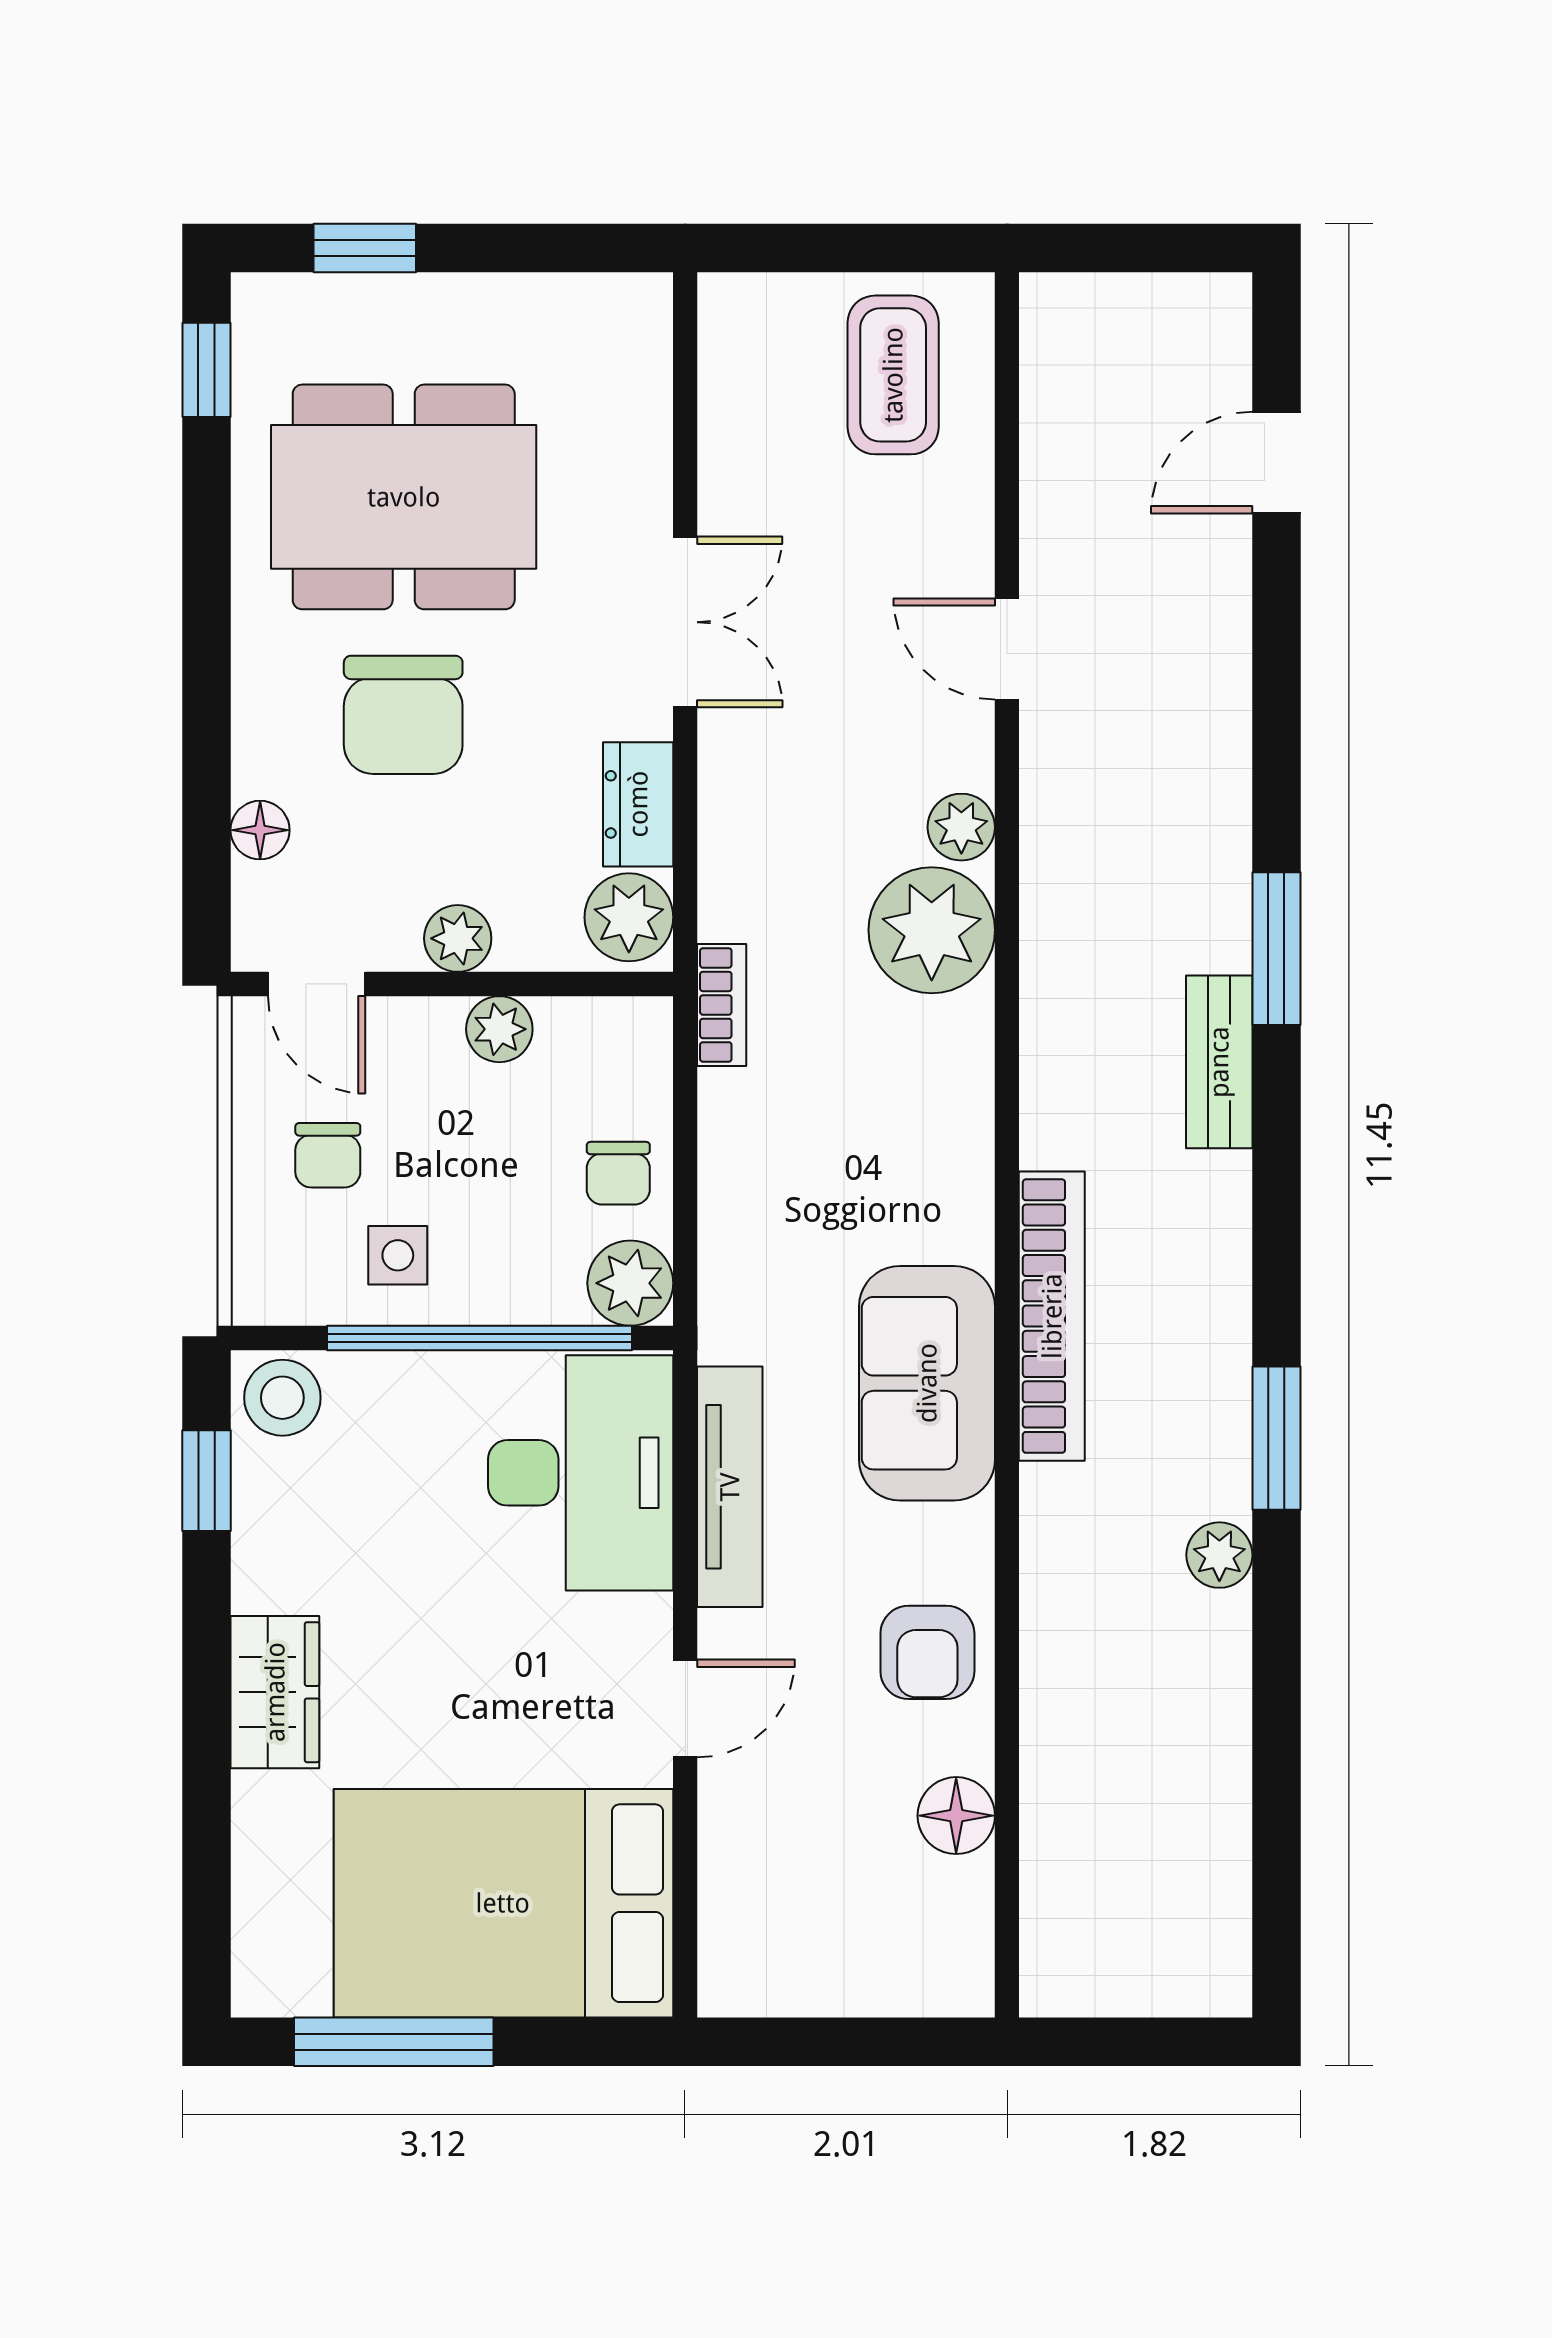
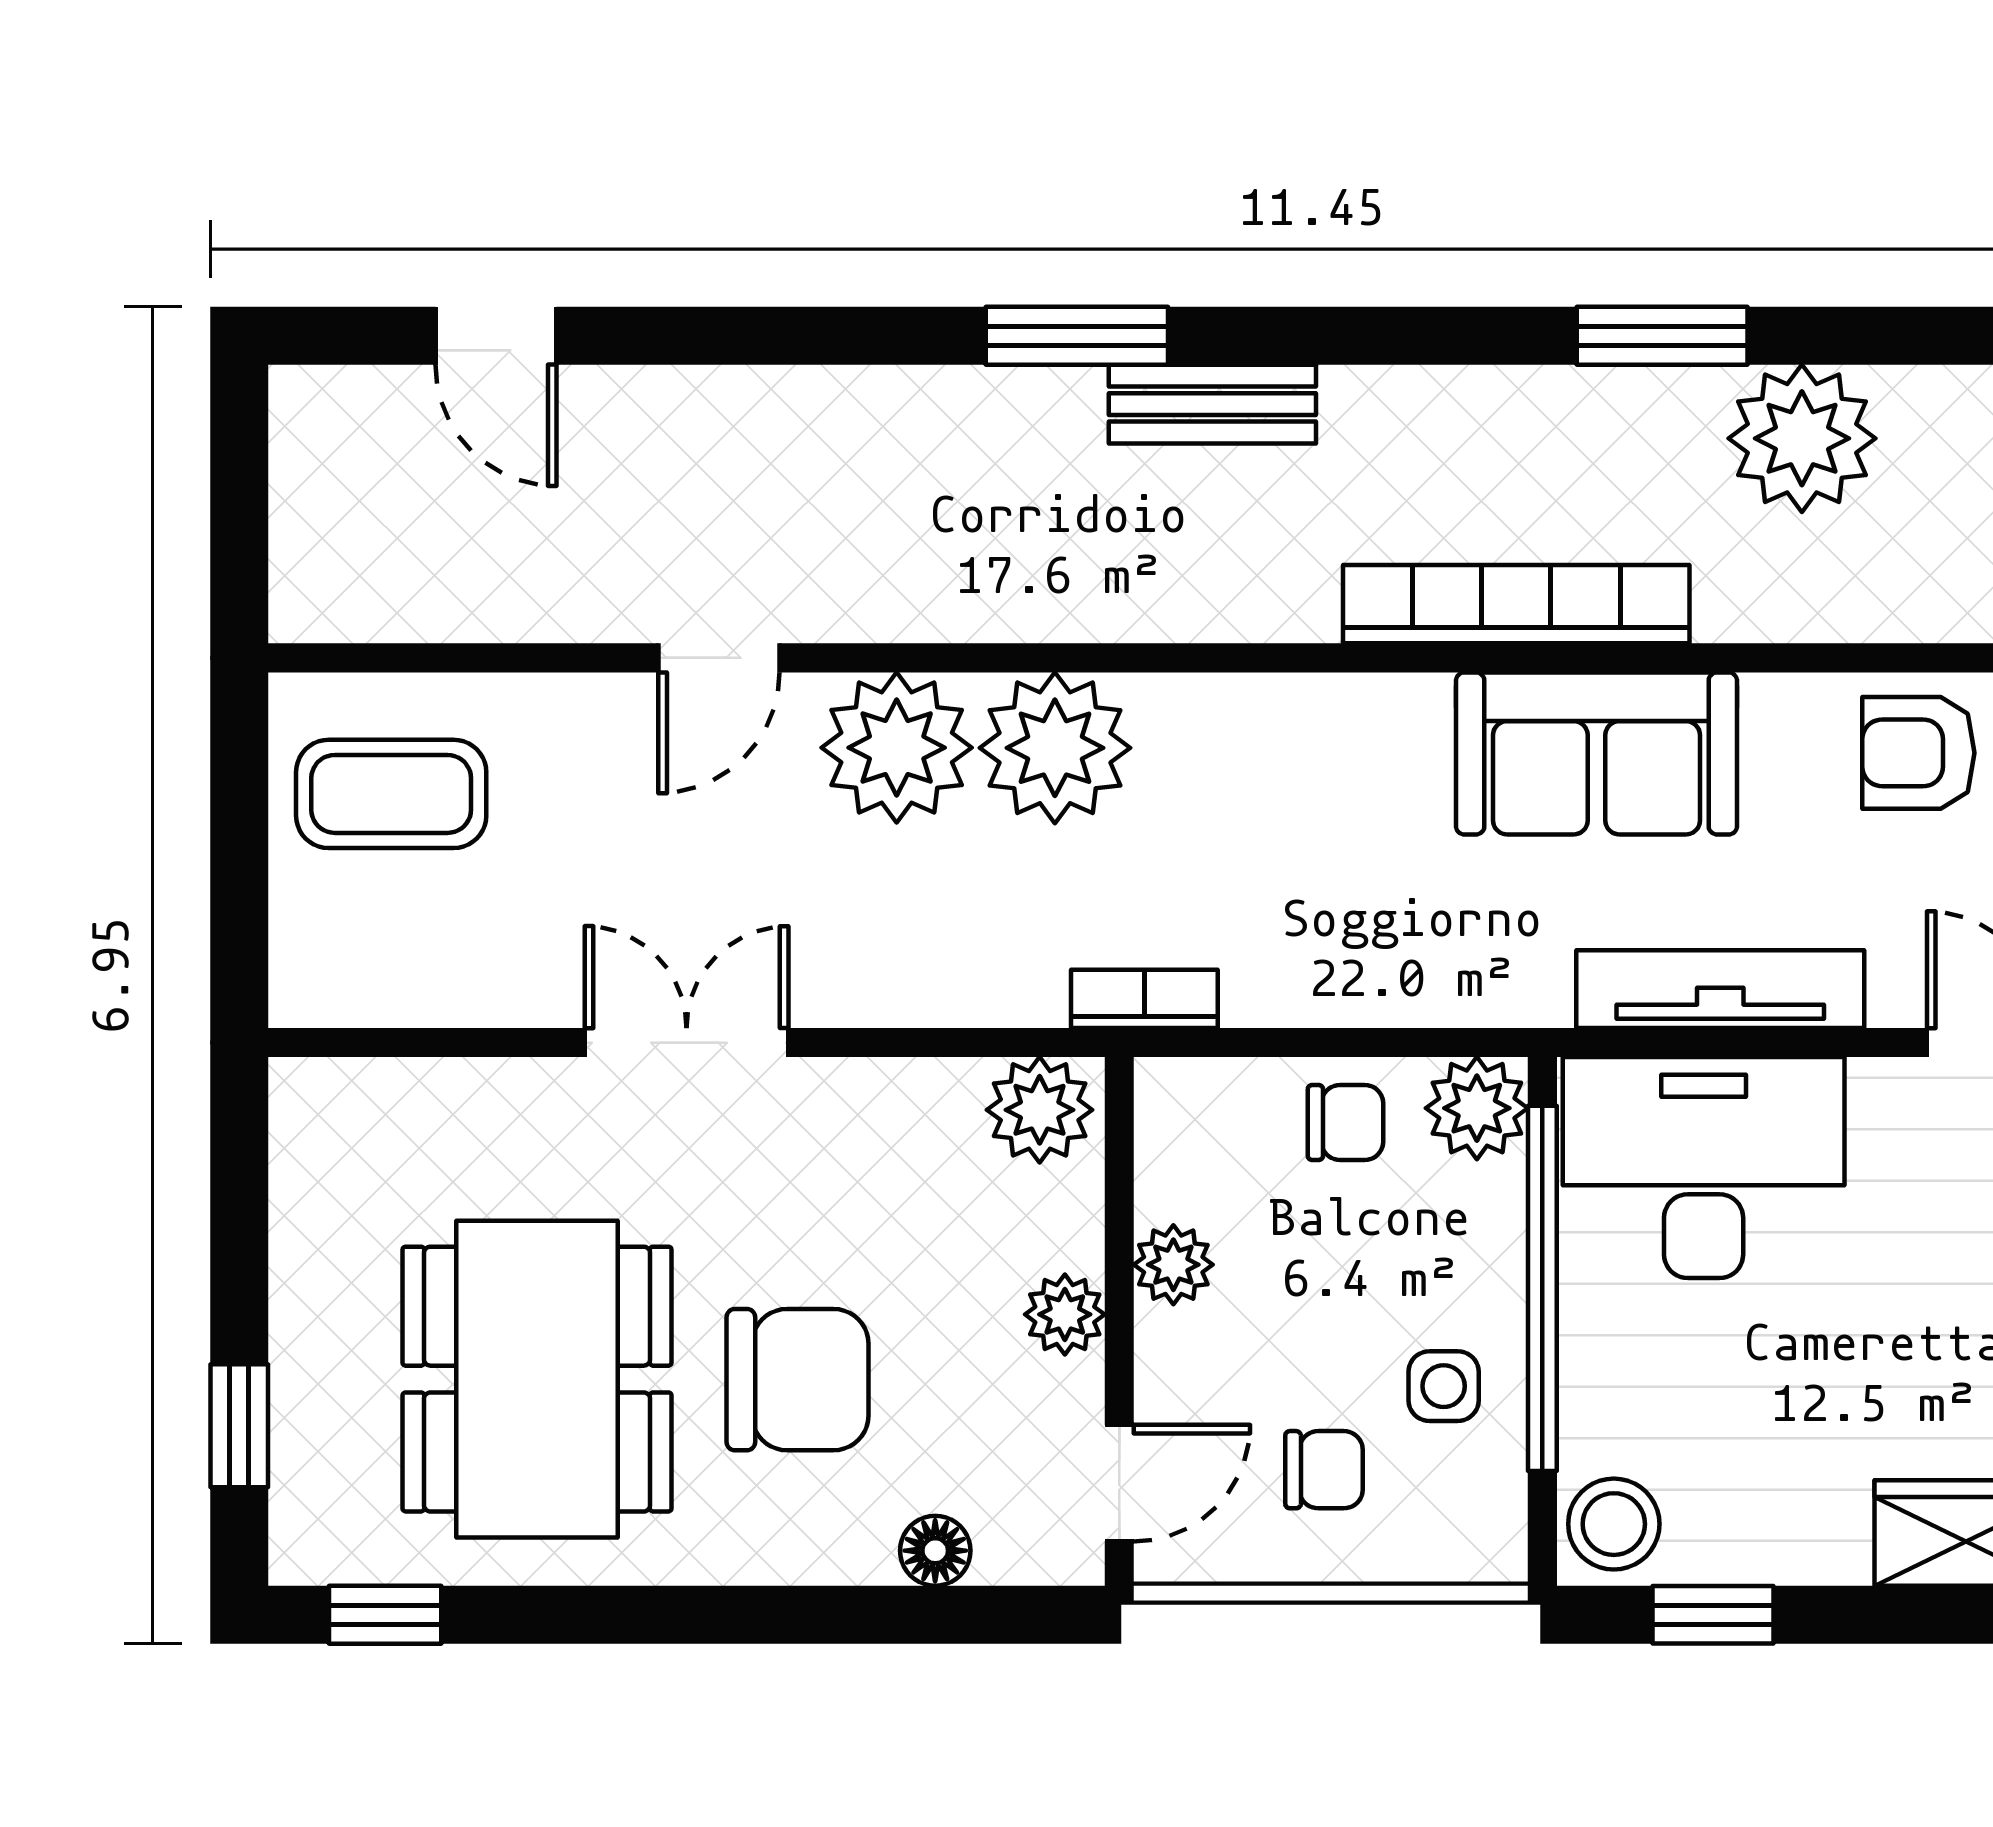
dresser: (638, 804) -> (905, 1099), removed
plant: (961, 827) -> (897, 748), width x1.88, depth x1.88
plant: (1219, 1555) -> (1802, 438), width x1.88, depth x1.88
armchair: (927, 1652) -> (1918, 753), turned 180

